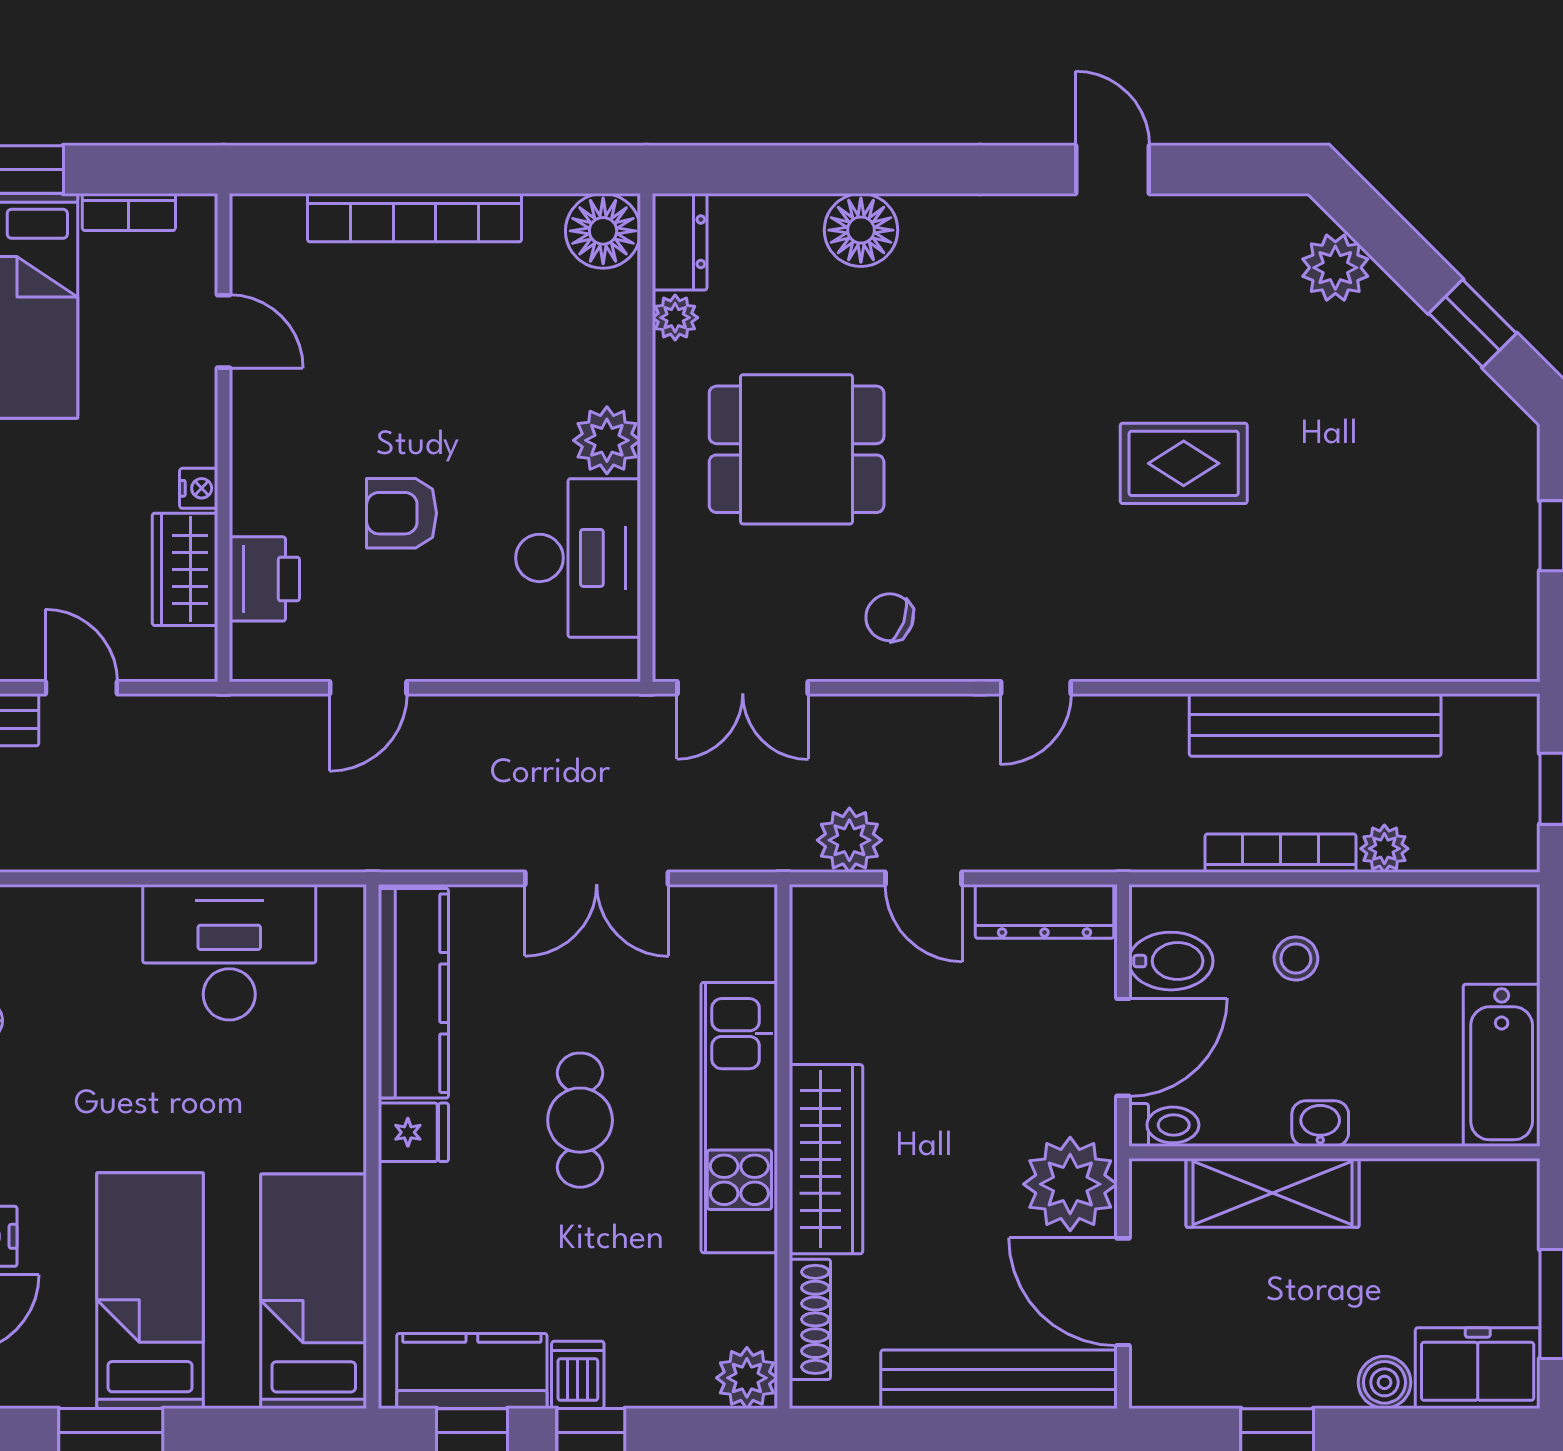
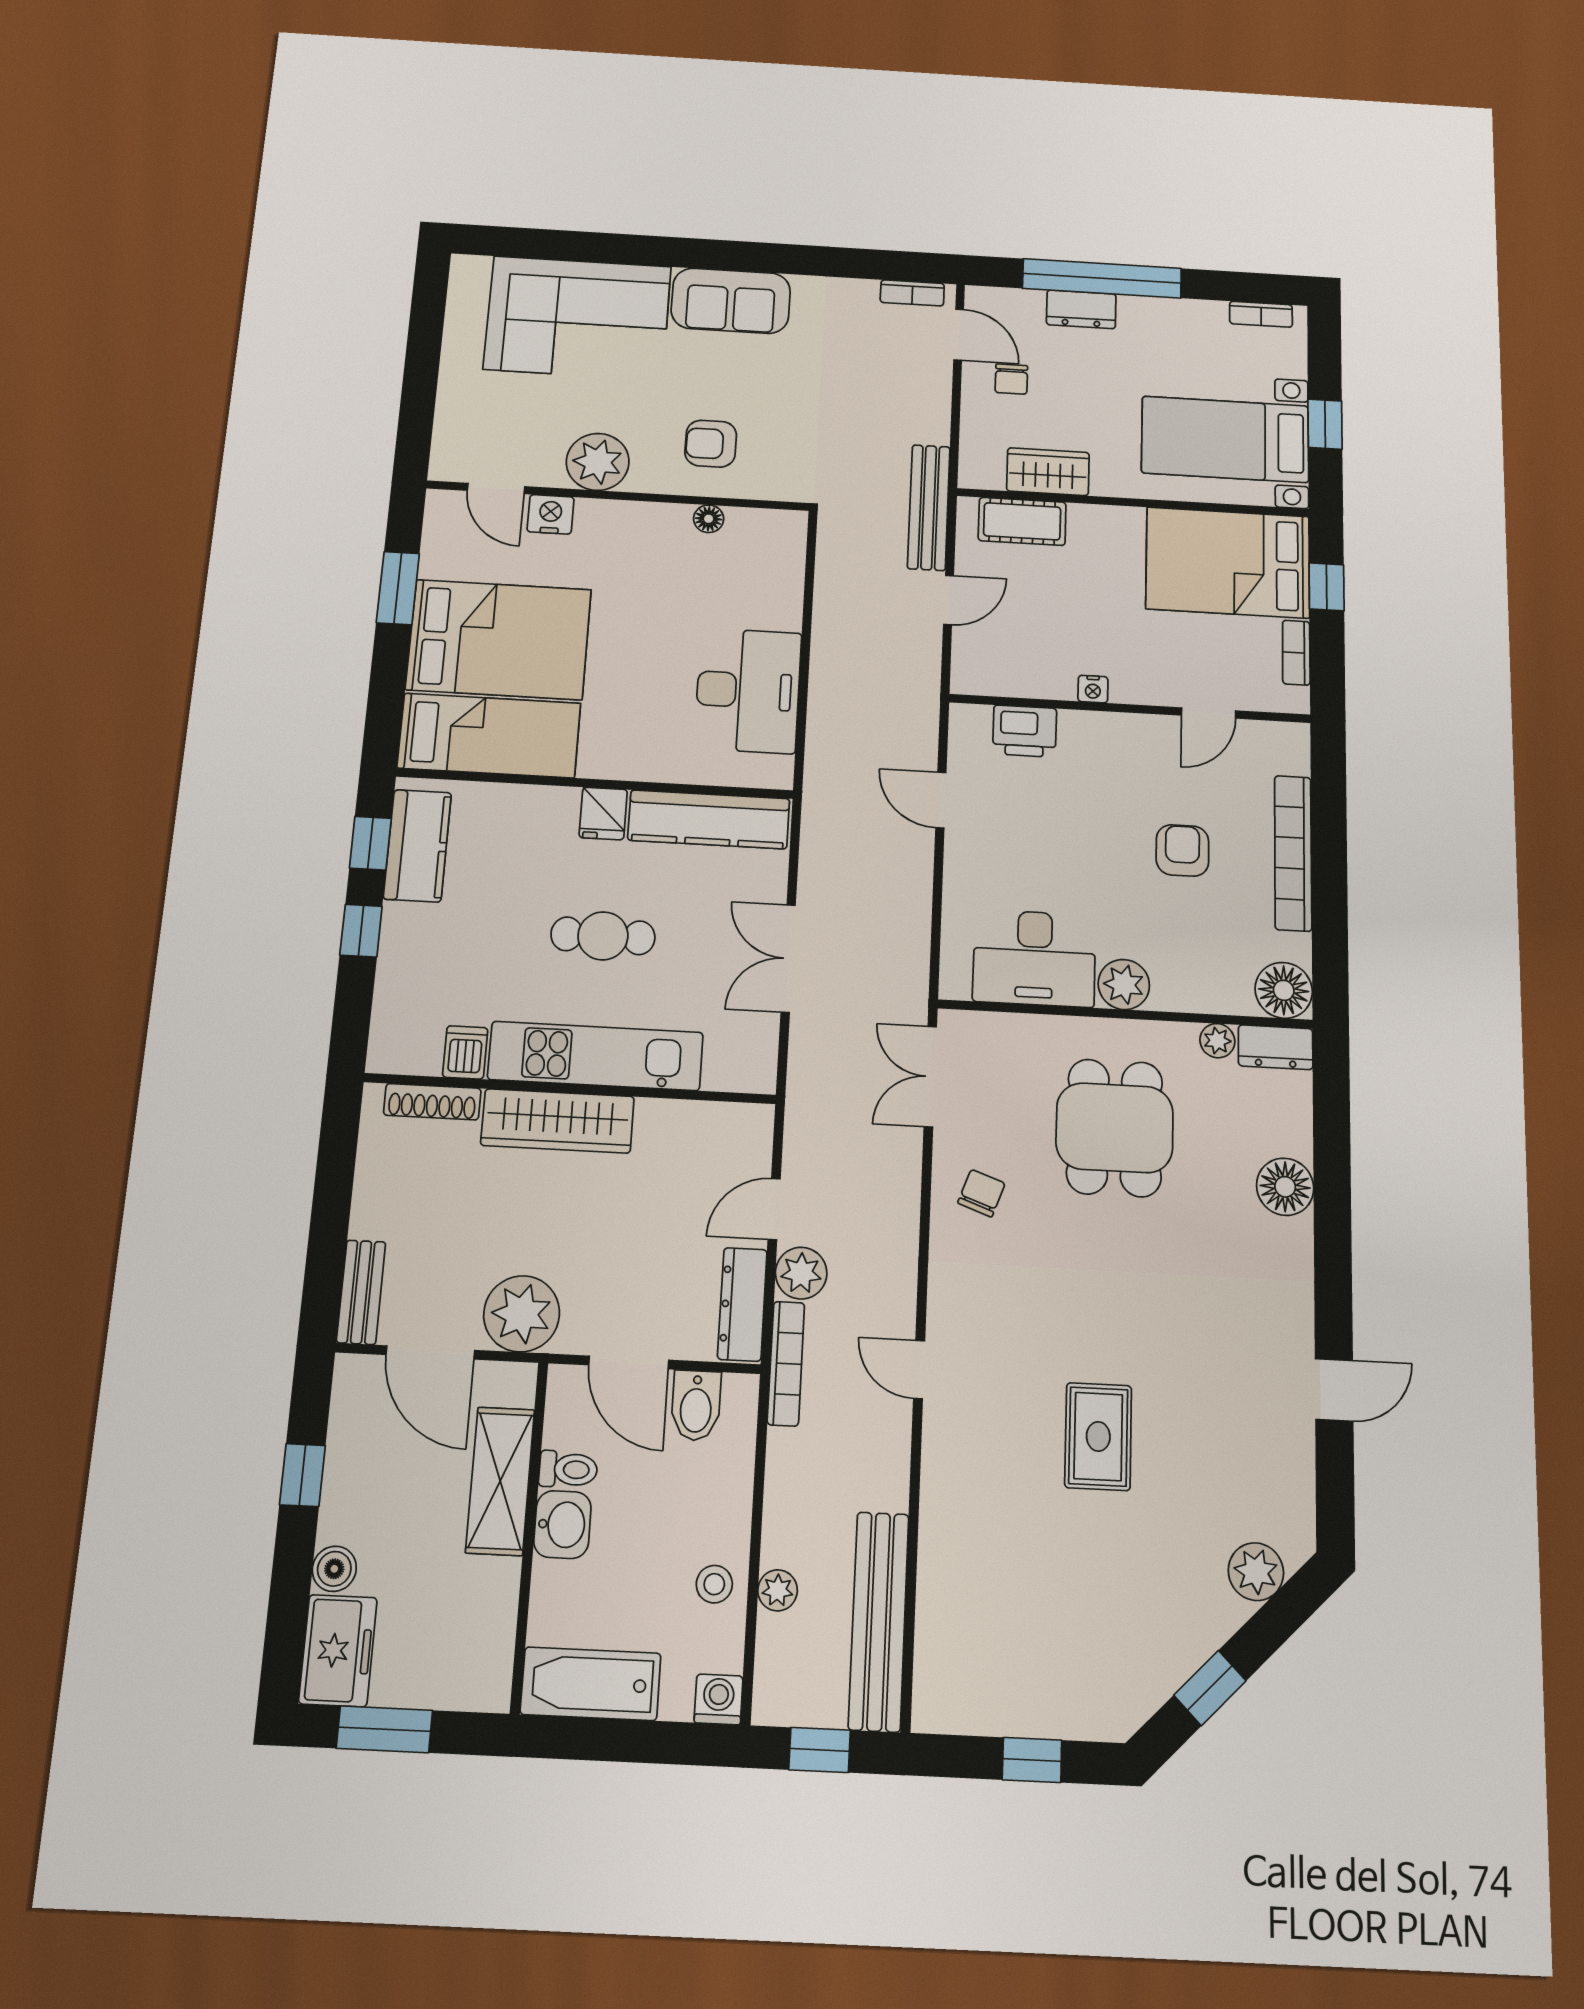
armchair: (402, 513) -> (1182, 850), moved
wardrobe: (185, 569) -> (1033, 676), removed
door: (1036, 688) -> (919, 1370), moved
bench: (1315, 725) -> (879, 1621), moved
plant: (849, 840) -> (801, 1273), moved
bookcase: (1281, 853) -> (786, 1364), moved
washing machine: (1512, 912) -> (719, 1699), added
stool: (1296, 958) -> (714, 1584), moved
washbasin: (1320, 1124) -> (562, 1525), width x1.38, depth x1.45
toilet: (1164, 1125) -> (568, 1469), moved, turned -90
bed: (150, 1291) -> (499, 639), width x1.50
door: (1123, 1292) -> (430, 1352), swing flipped
dishwasher: (578, 1375) -> (465, 1052), moved, turned -90
plant: (747, 1378) -> (391, 1051), removed
bench: (999, 1379) -> (361, 1292), width x0.54, depth x0.82

